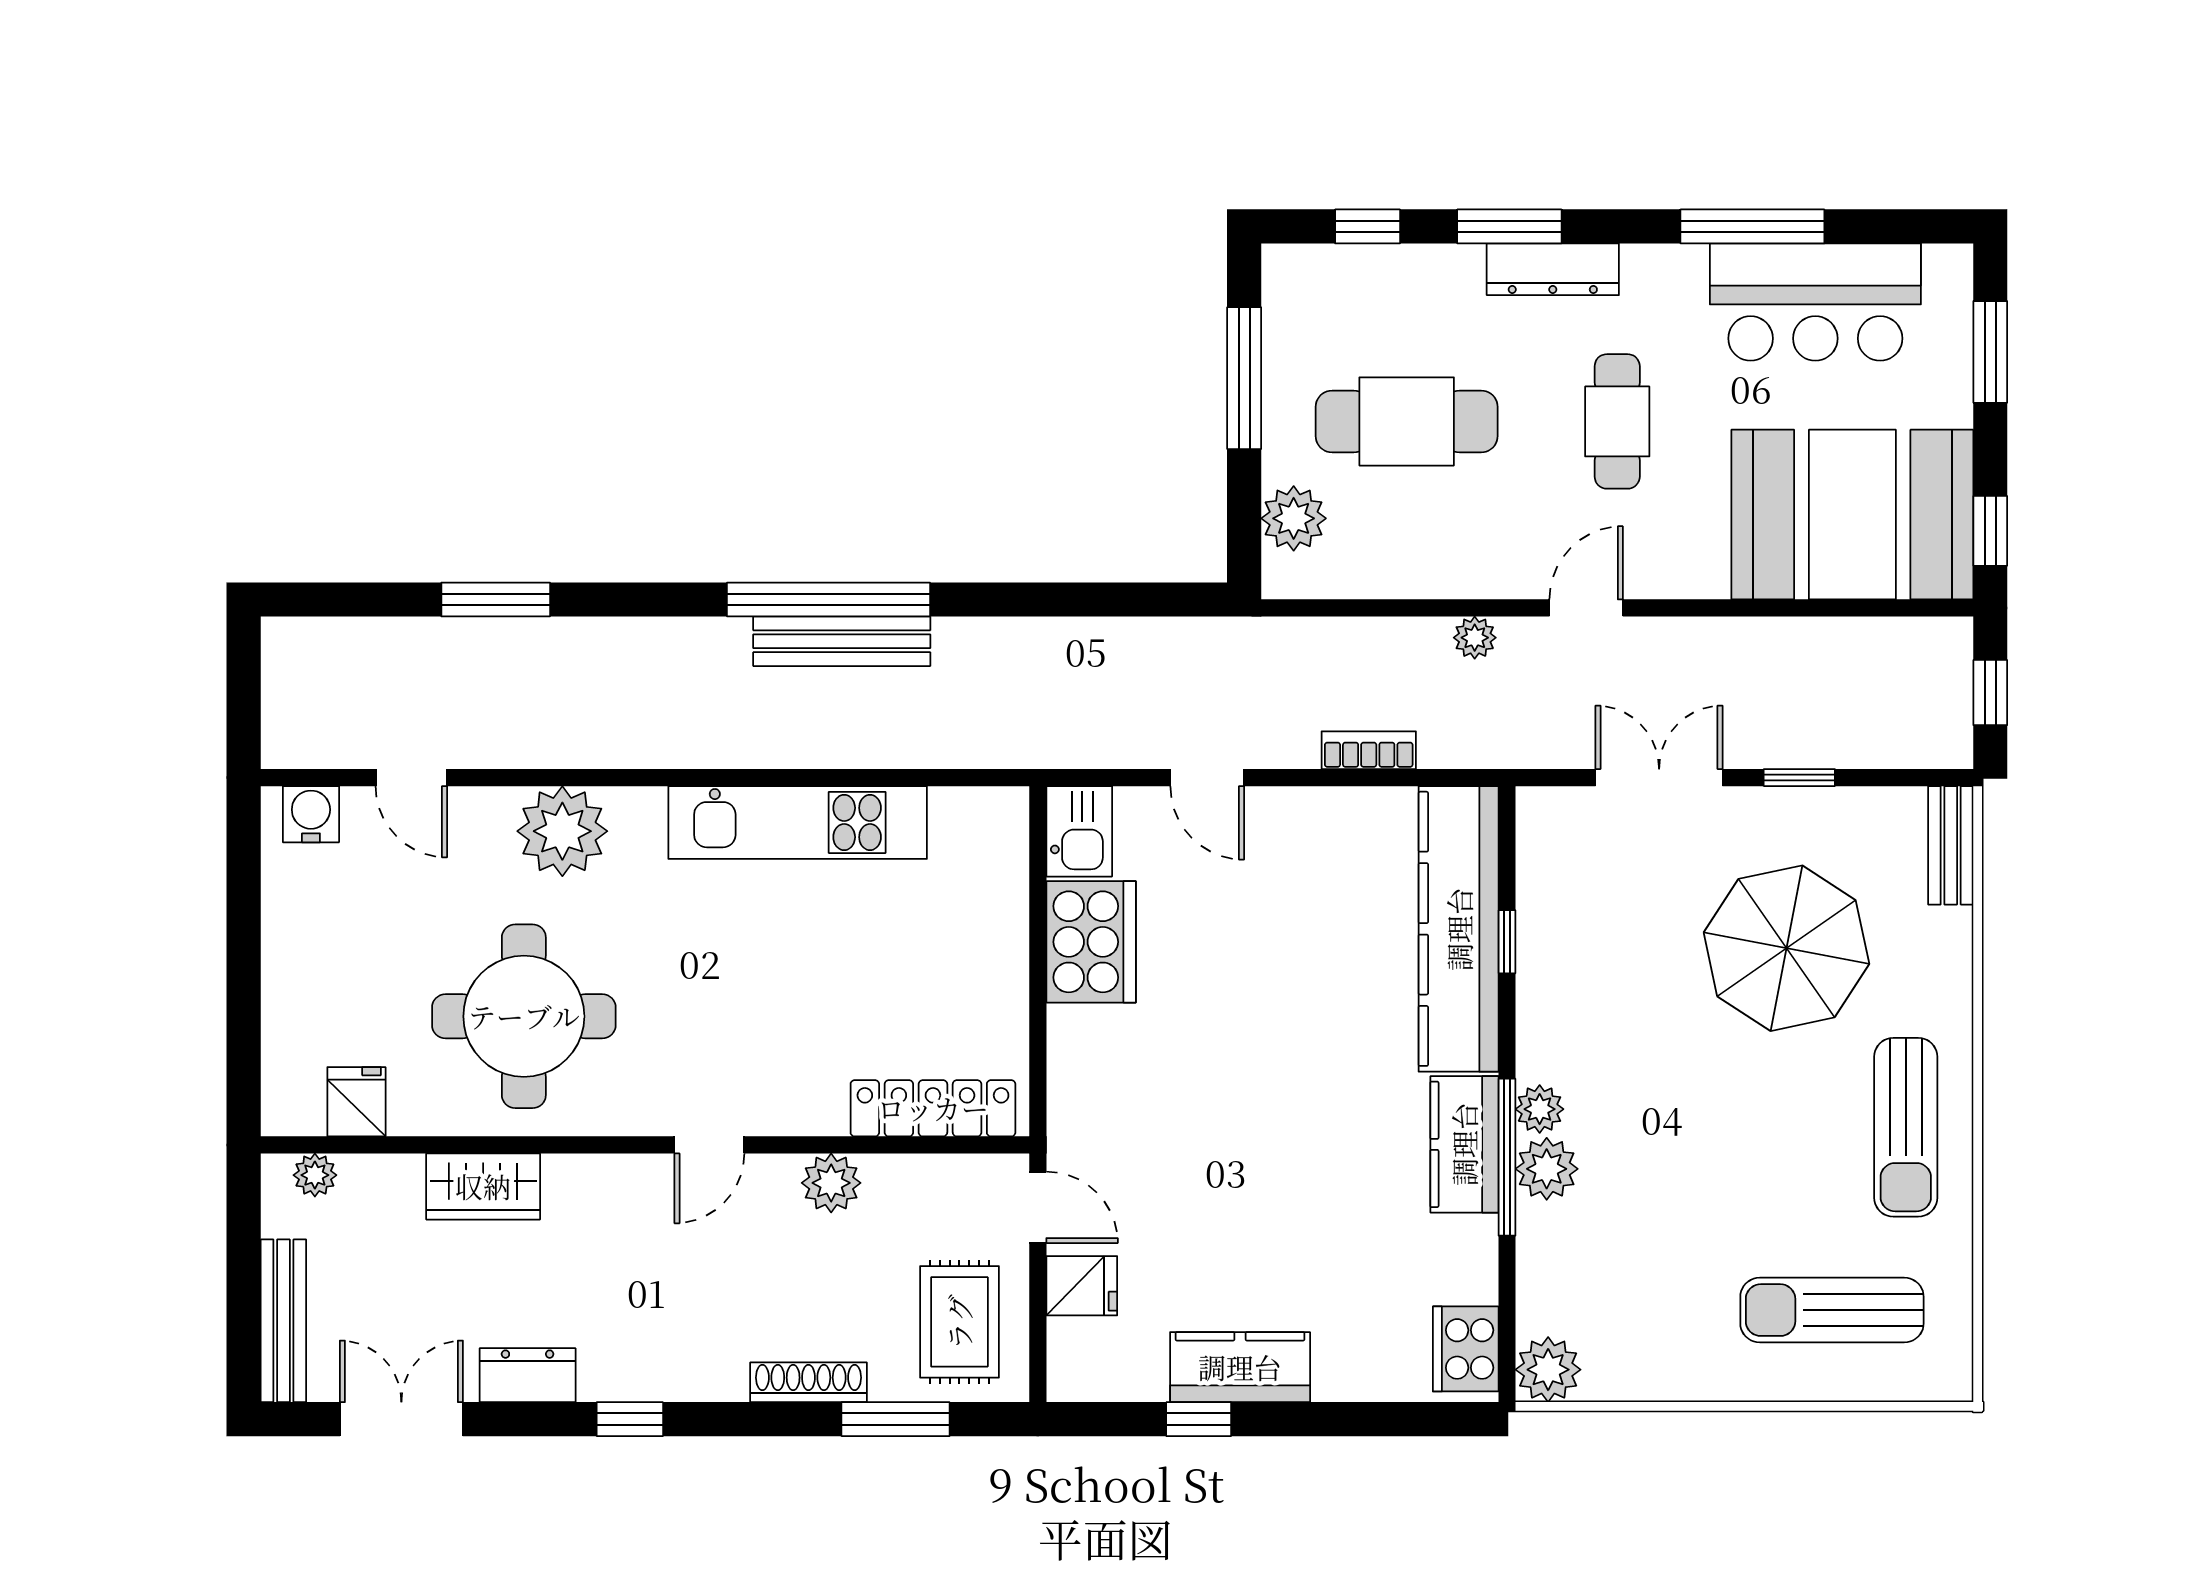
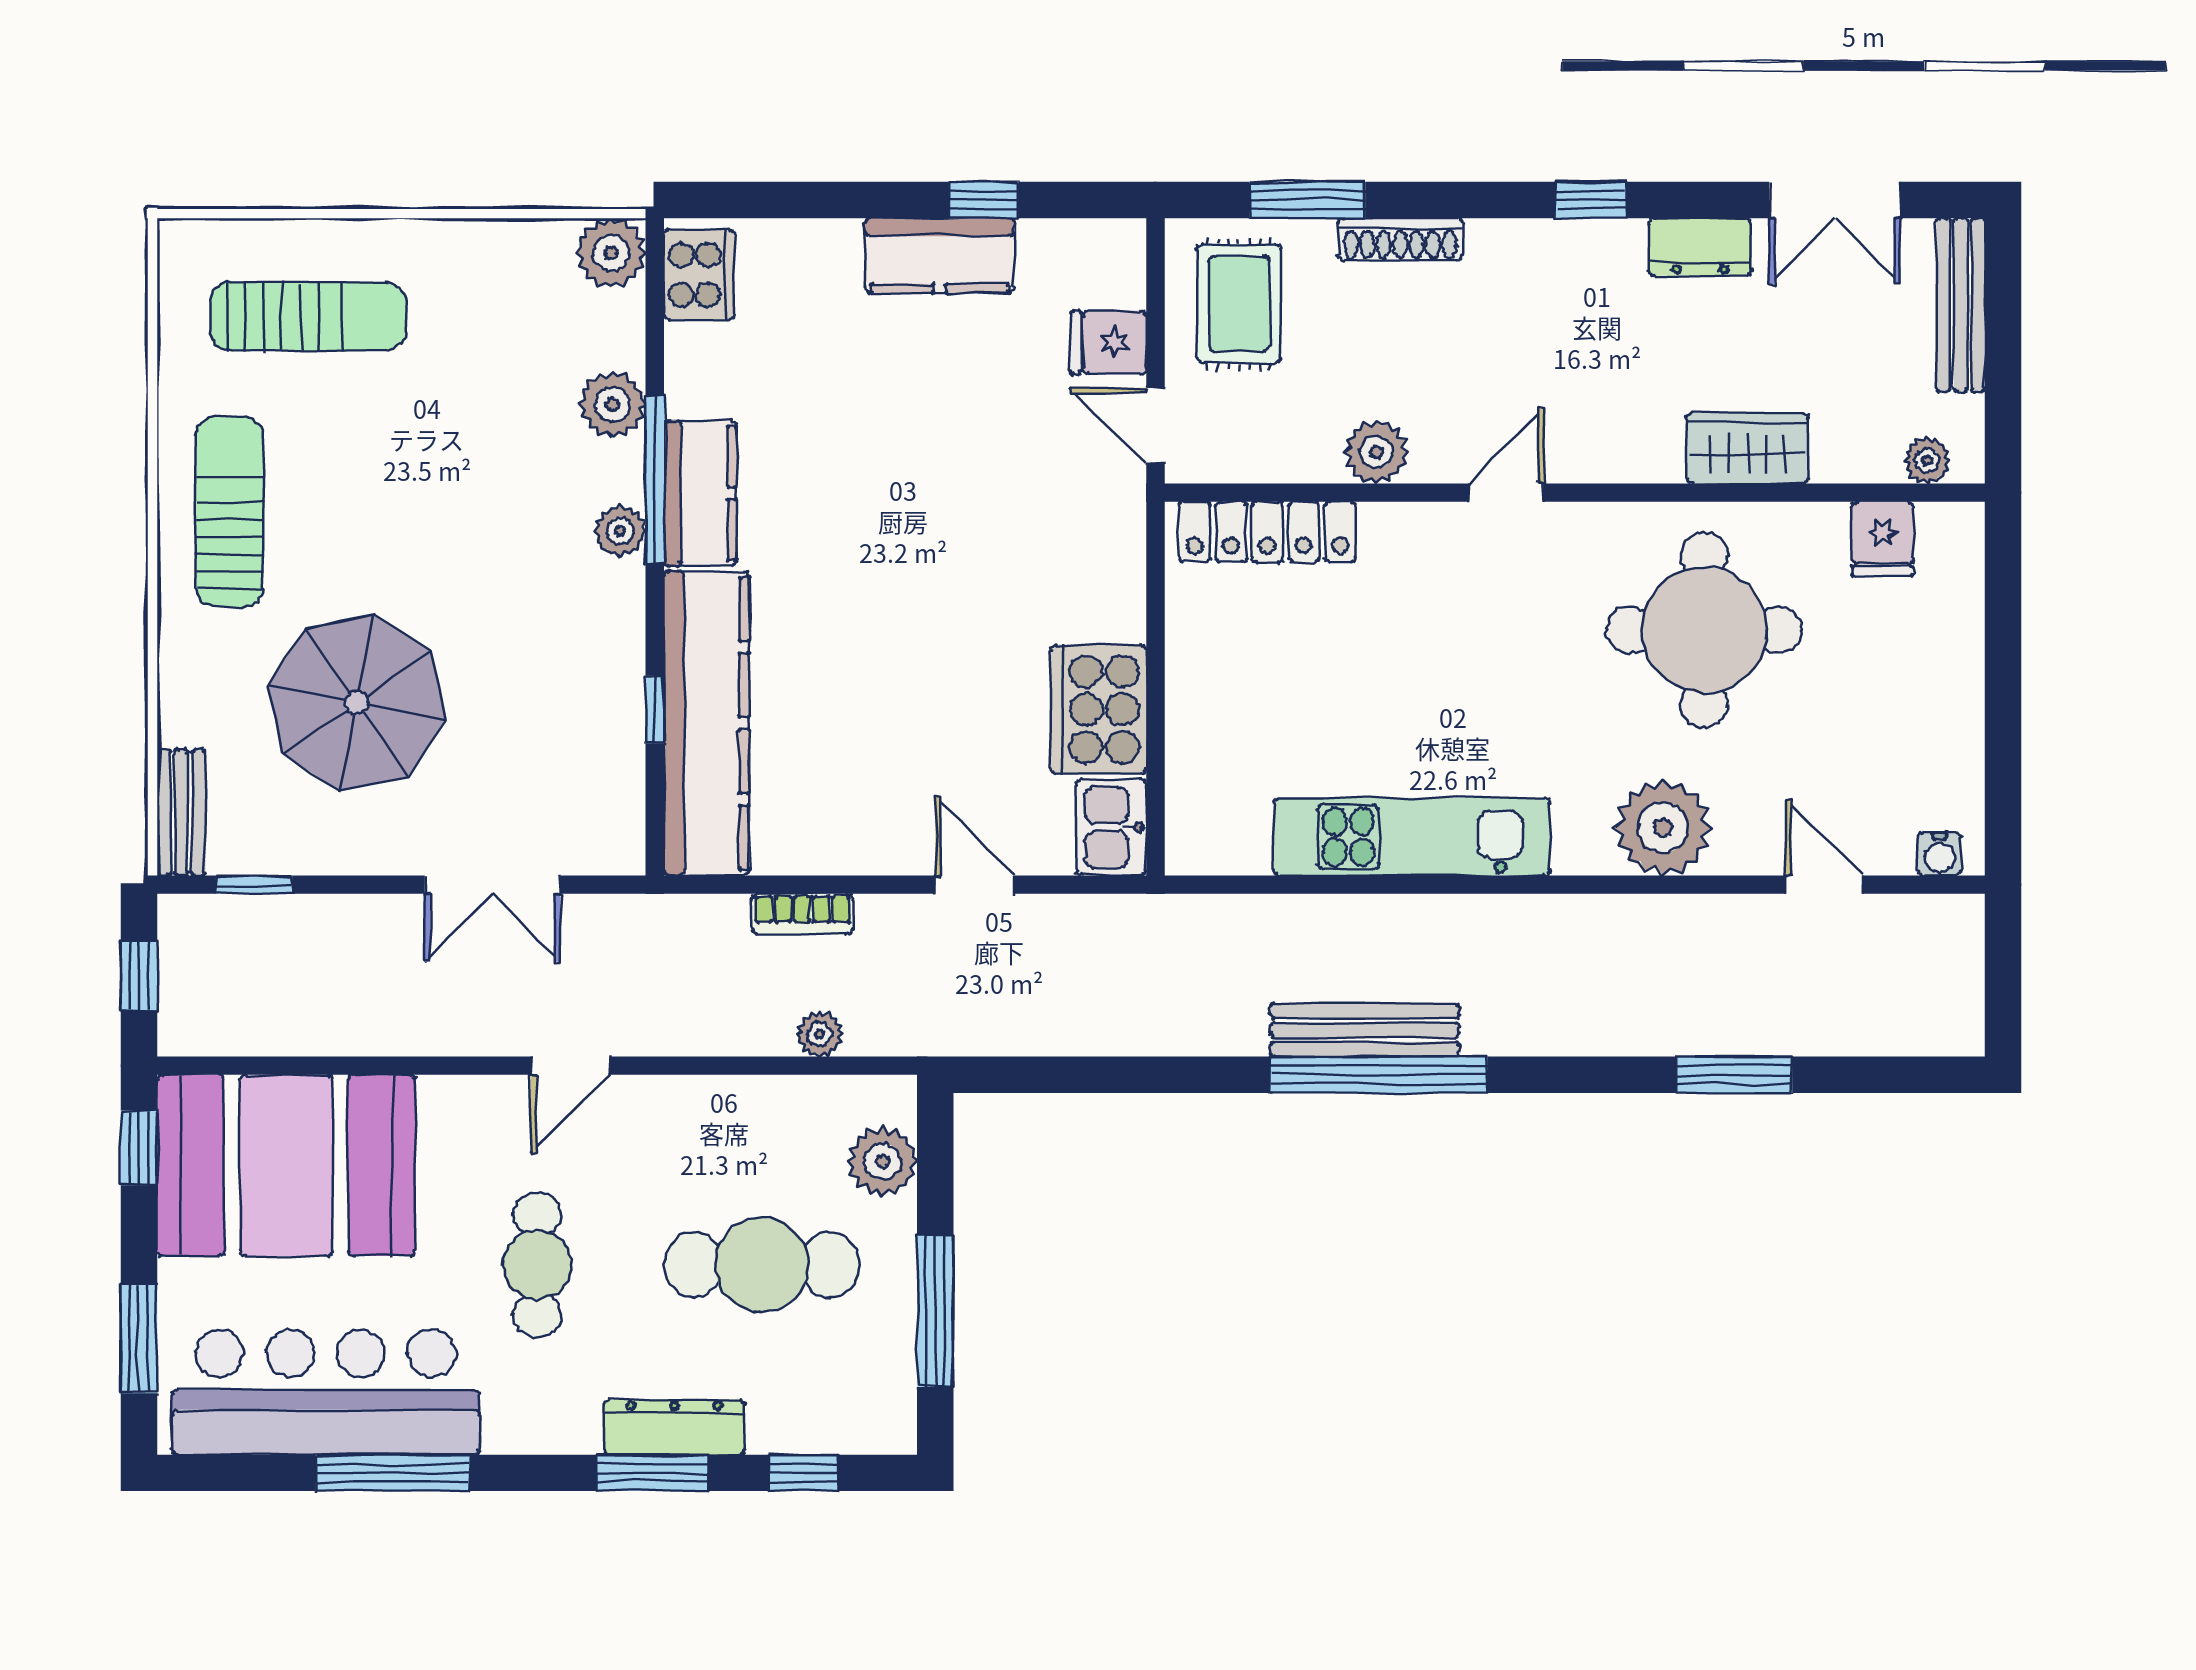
dresser: (1553, 269) -> (674, 1427), moved
bar counter: (1815, 302) -> (326, 1392), width x1.36
plant: (1475, 638) -> (820, 1034), moved
window: (1799, 778) -> (254, 885), moved
water cooler: (311, 814) -> (1940, 854), width x0.72, depth x0.72
plant: (1547, 1169) -> (612, 405), moved

